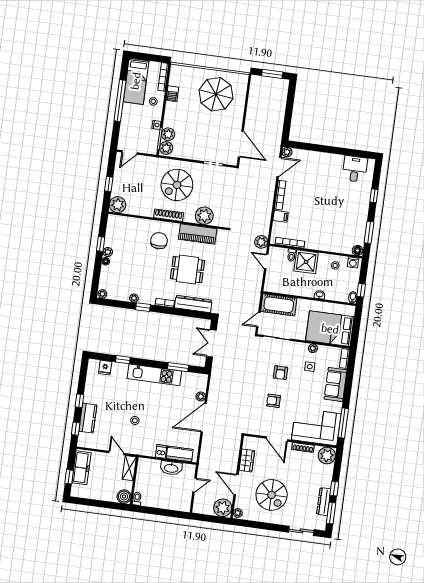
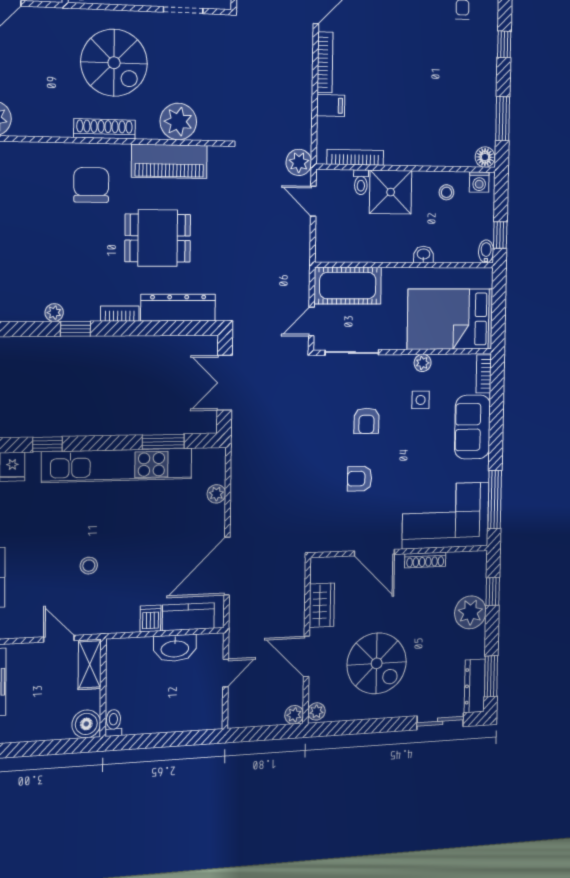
spiral stairs: (177, 185) -> (114, 63), turned -90
kitchen unit: (154, 375) -> (117, 465), width x1.36
door: (204, 418) -> (227, 566), moved
plant: (327, 455) -> (470, 612), moved
window: (334, 489) -> (493, 591), moved
dresser: (324, 502) -> (475, 686), moved
plant: (223, 508) -> (294, 715), width x0.53, depth x0.53

